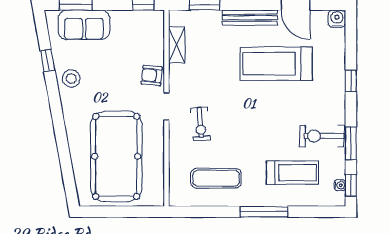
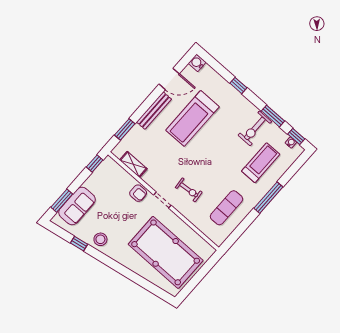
armchair: (152, 75) -> (138, 193), turned -96

